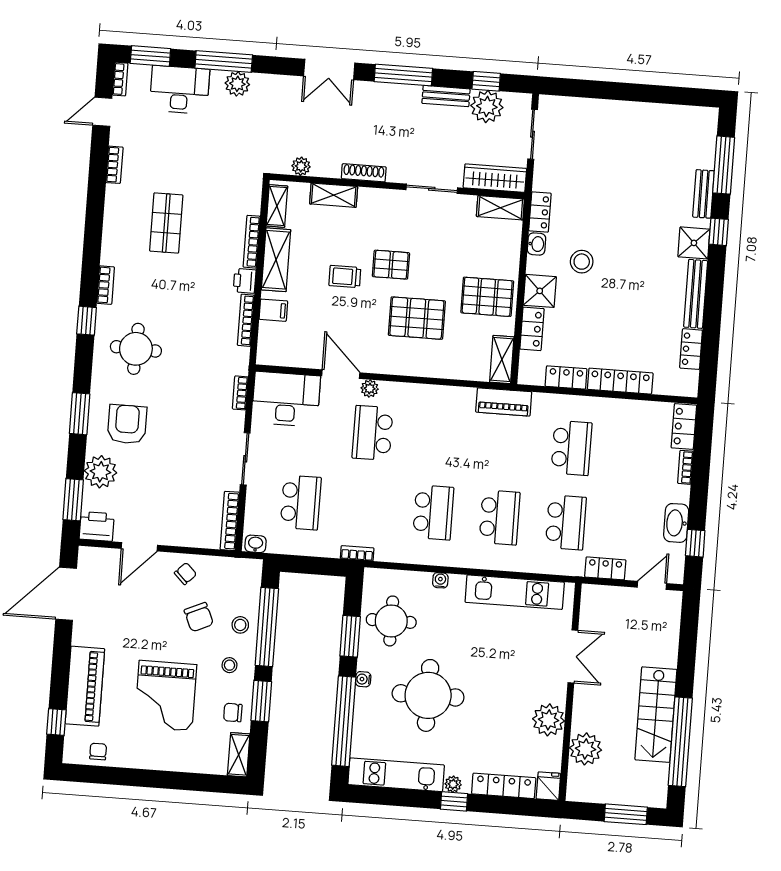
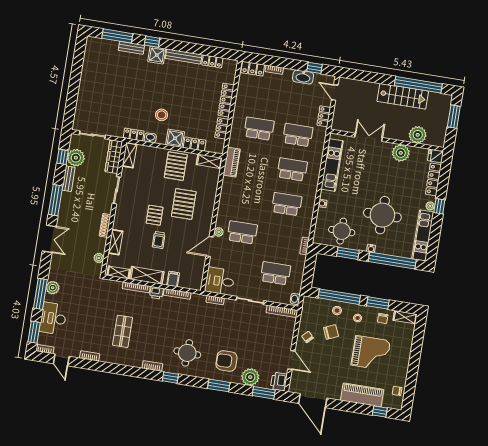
shop shelf: (166, 223) -> (123, 331), turned 90
desk: (286, 399) -> (220, 281), width x0.73
school desk: (373, 433) -> (242, 232), turned 180

